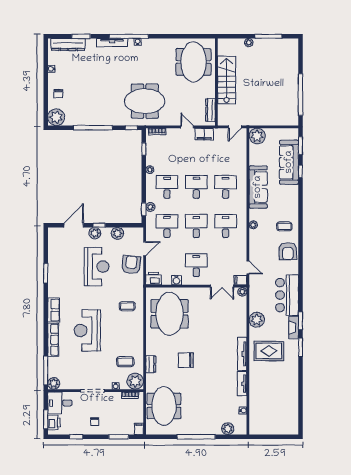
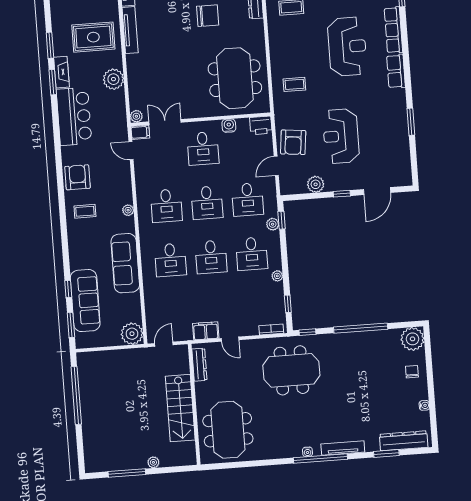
plant: (95, 233) -> (347, 182), removed

